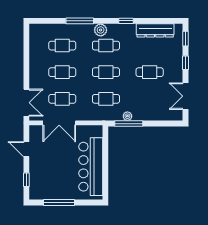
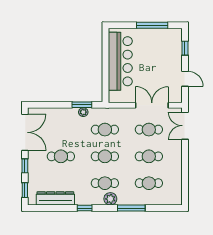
double door: (186, 96) -> (25, 132), width x1.37
window: (129, 124) -> (82, 105), width x0.69

